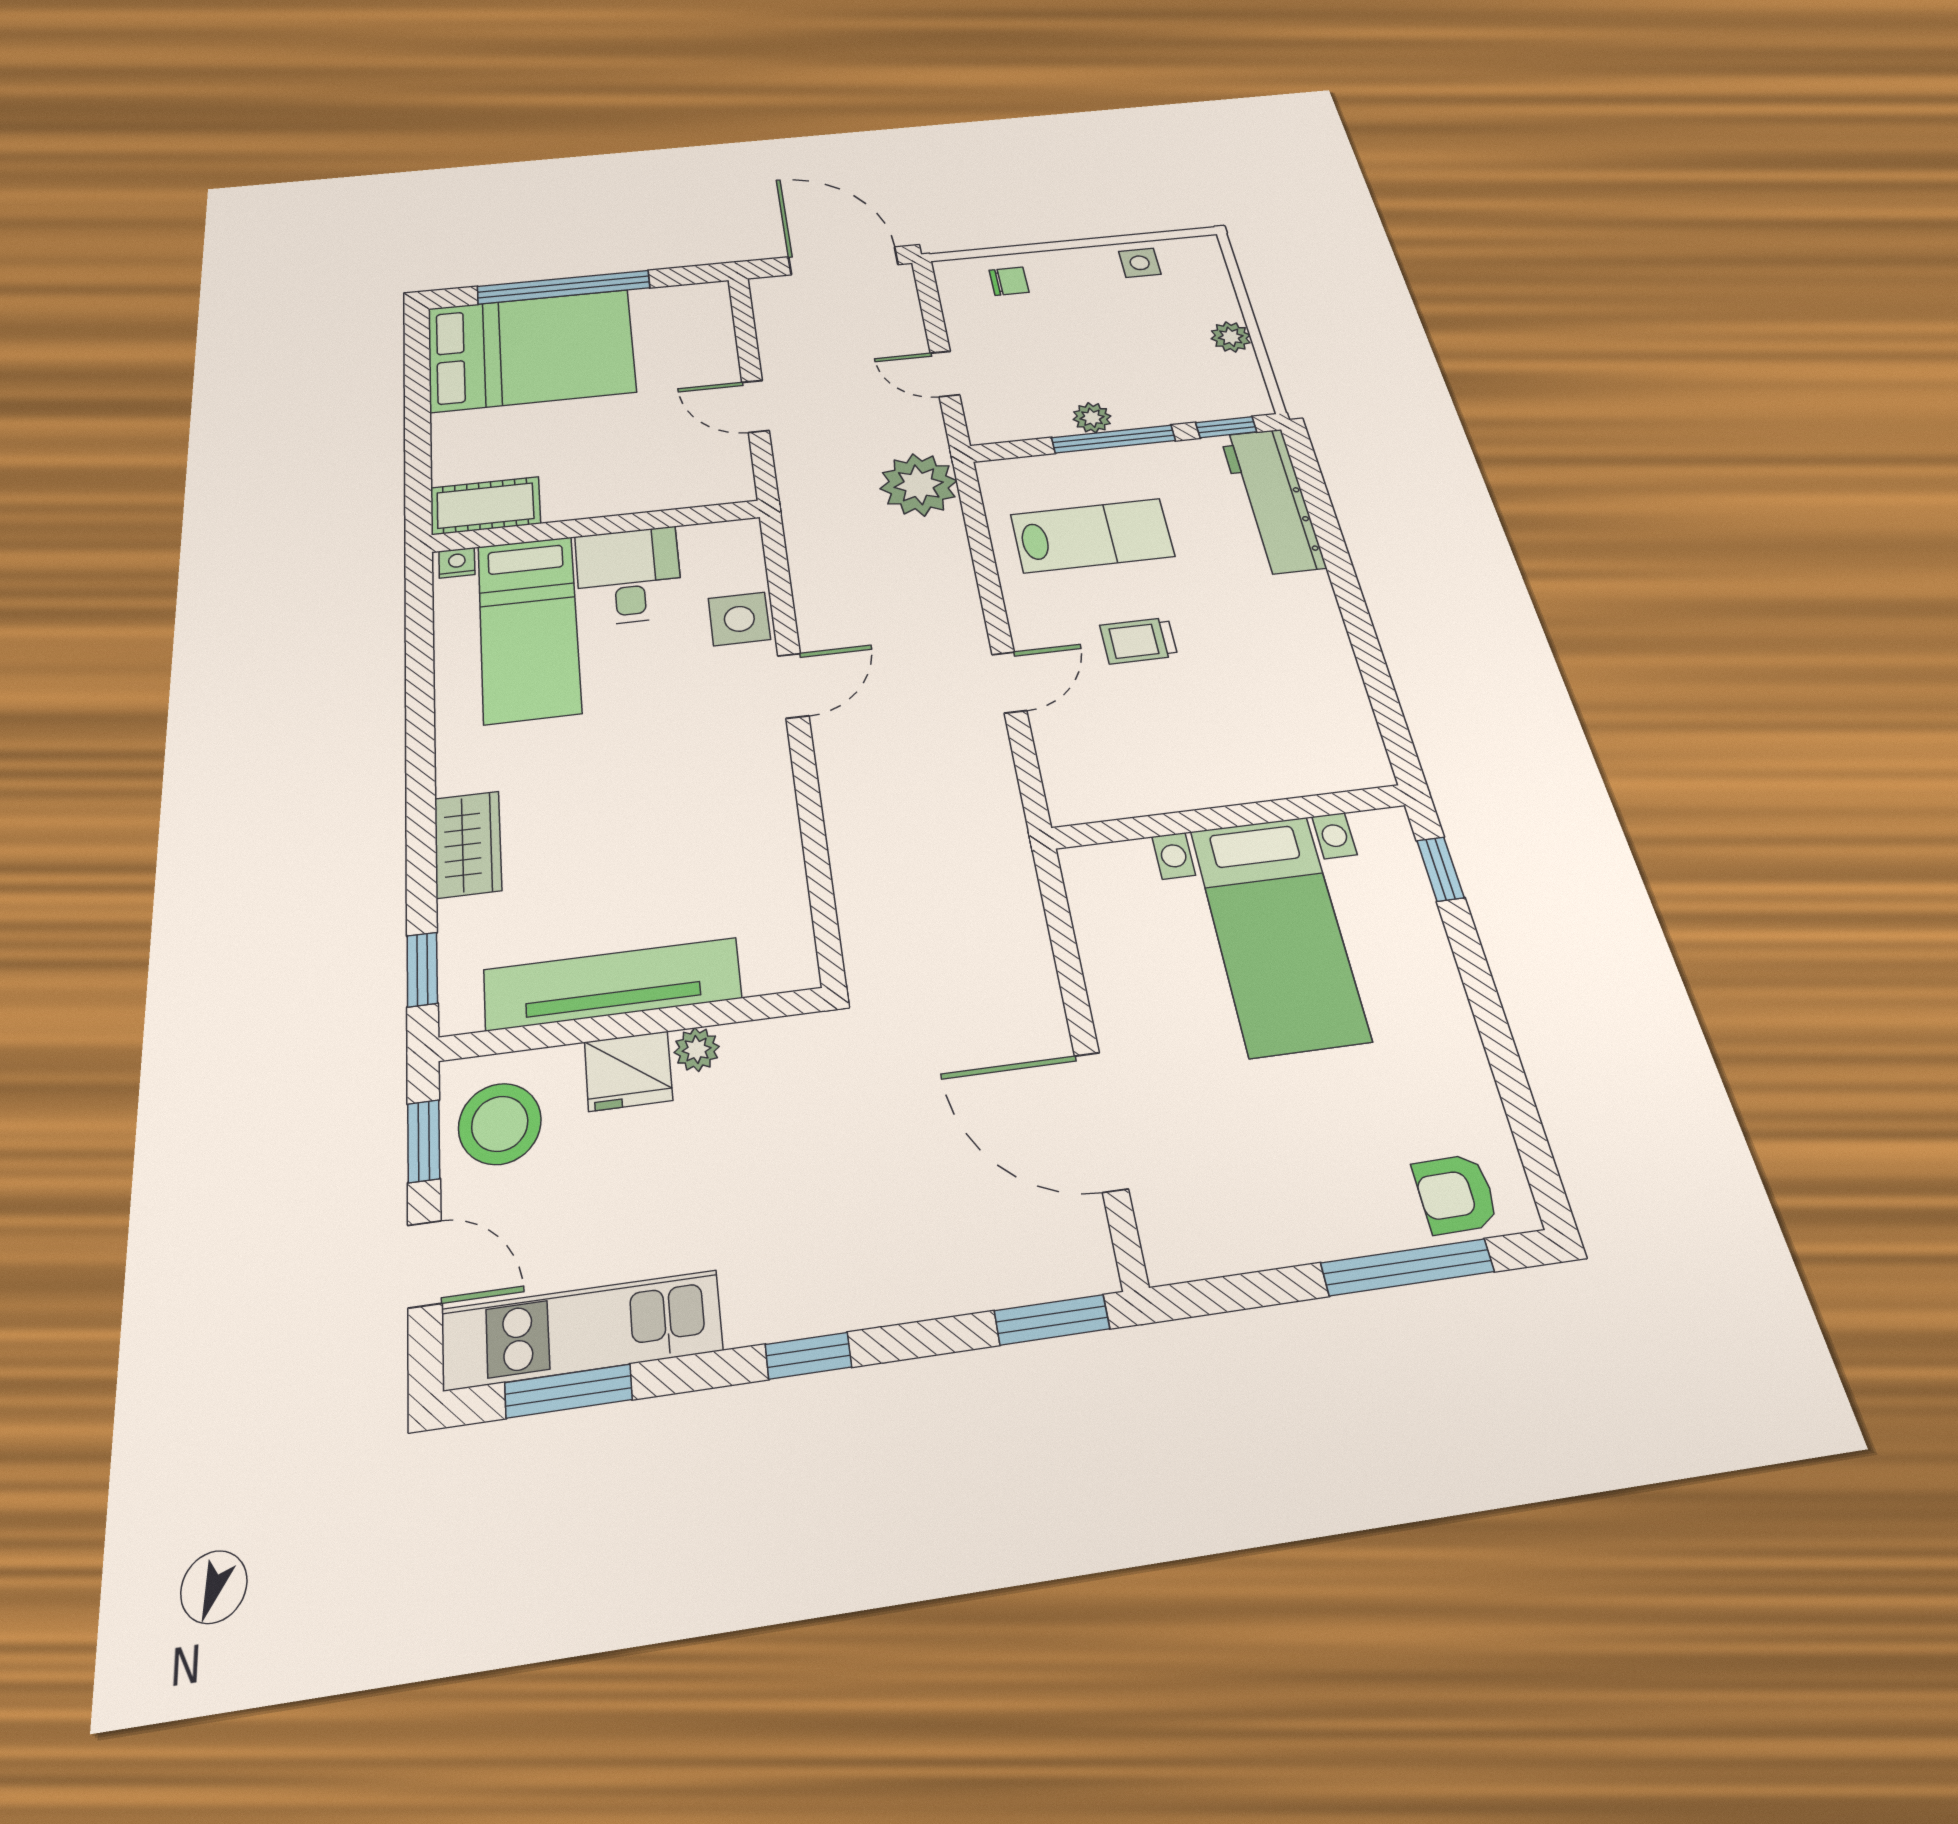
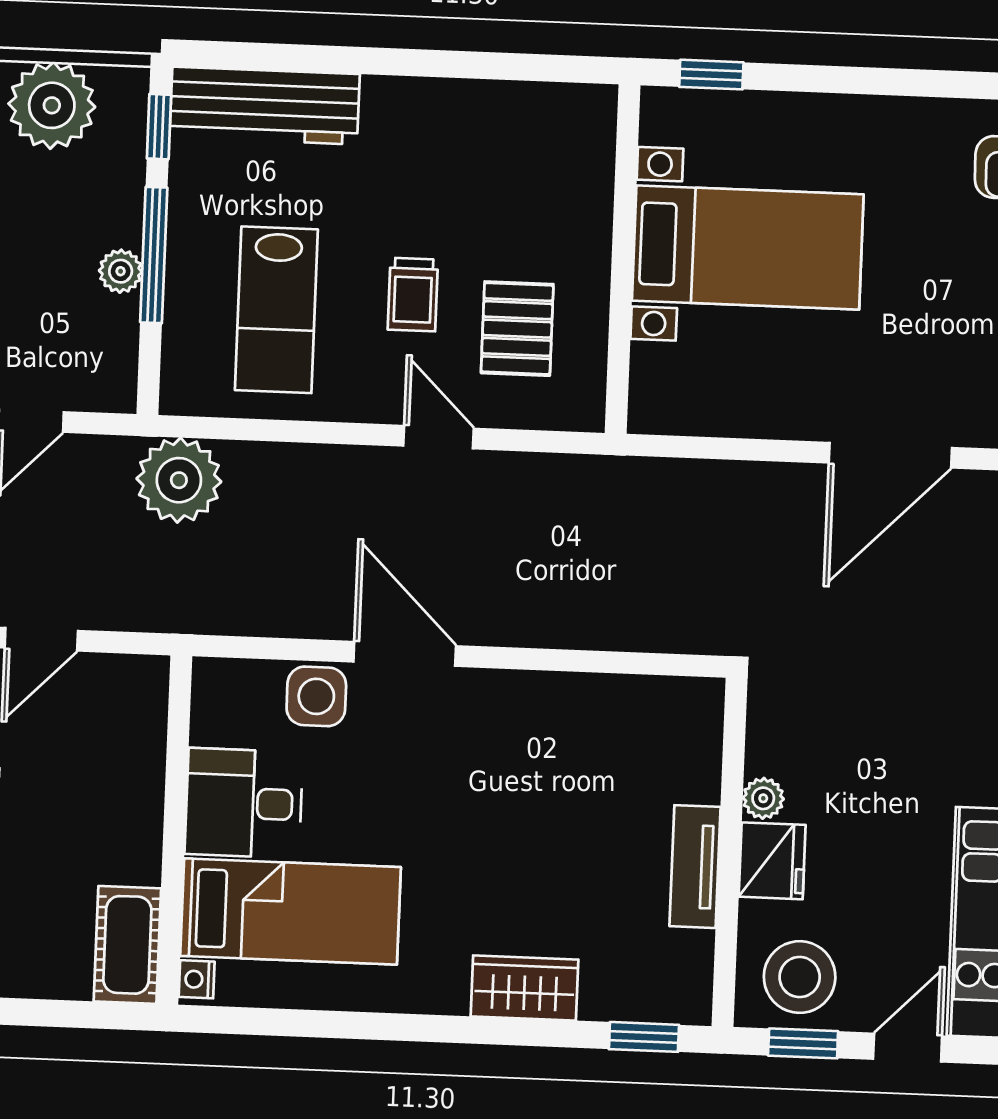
plant: (1231, 337) -> (52, 105), width x1.88, depth x1.88
lab bench: (1092, 536) -> (276, 310), turned 180
door: (793, 686) -> (405, 654), width x1.38
pallet: (1132, 733) -> (517, 329), added
tv unit: (613, 984) -> (695, 867), width x0.52, depth x0.78

